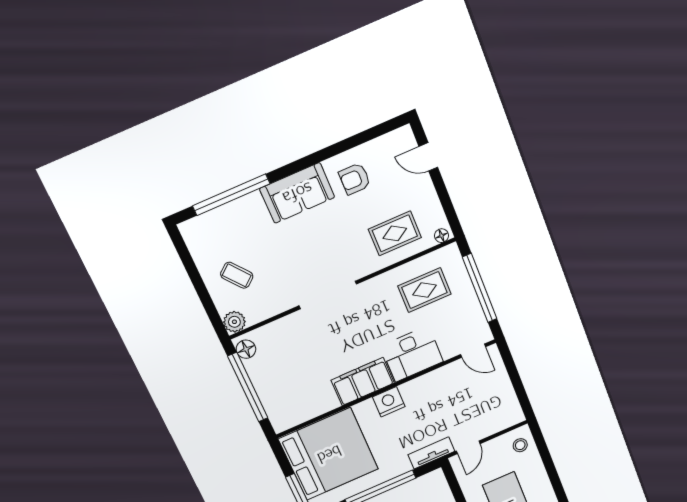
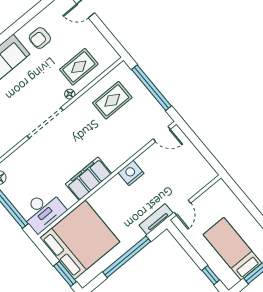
floor lamp: (442, 236) -> (70, 94), moved
desk: (412, 354) -> (43, 211), moved
nightstand: (389, 402) -> (131, 173), moved
stool: (520, 445) -> (221, 196), removed

